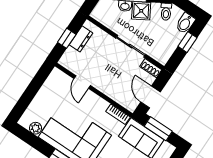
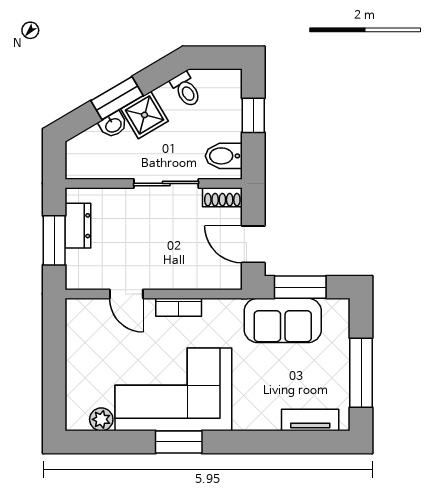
bidet: (185, 23) -> (224, 156), moved, turned 90
window: (67, 38) -> (54, 240), width x1.50
bookcase: (118, 114) -> (179, 307), moved

